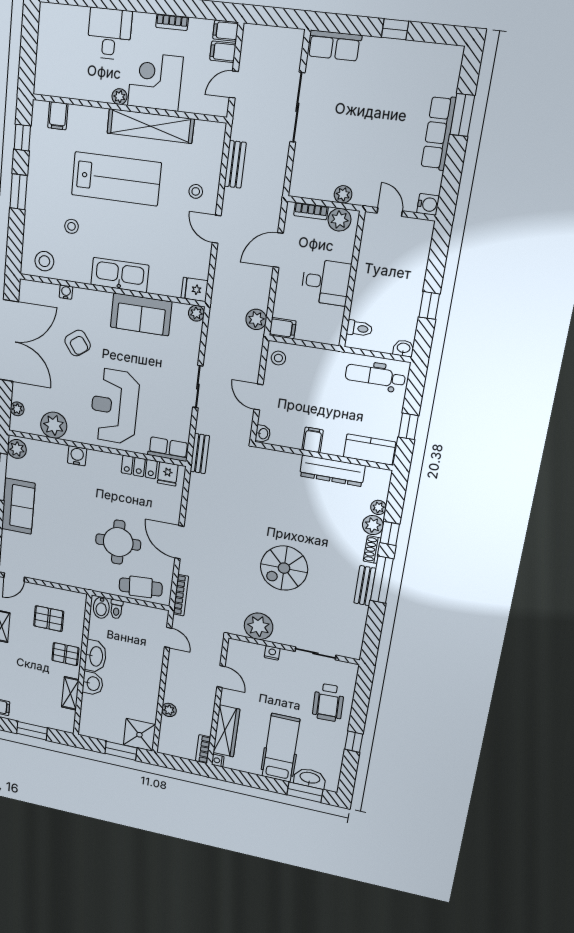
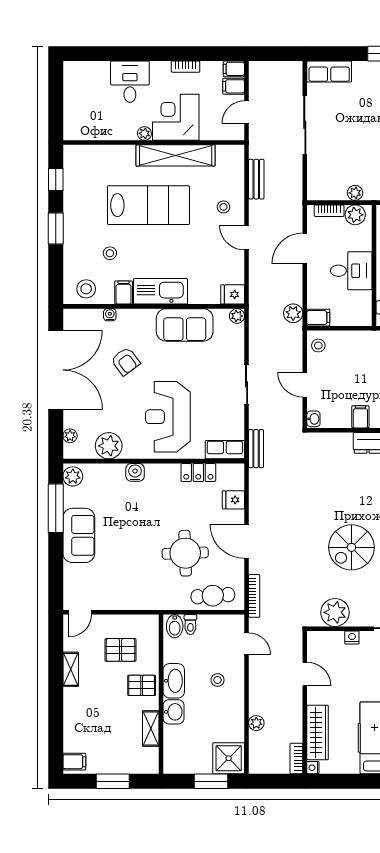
filing cabinet: (58, 116) -> (124, 293), moved, turned 180
fridge: (168, 474) -> (233, 500), moved, turned 90
stool: (137, 664) -> (218, 680), added

